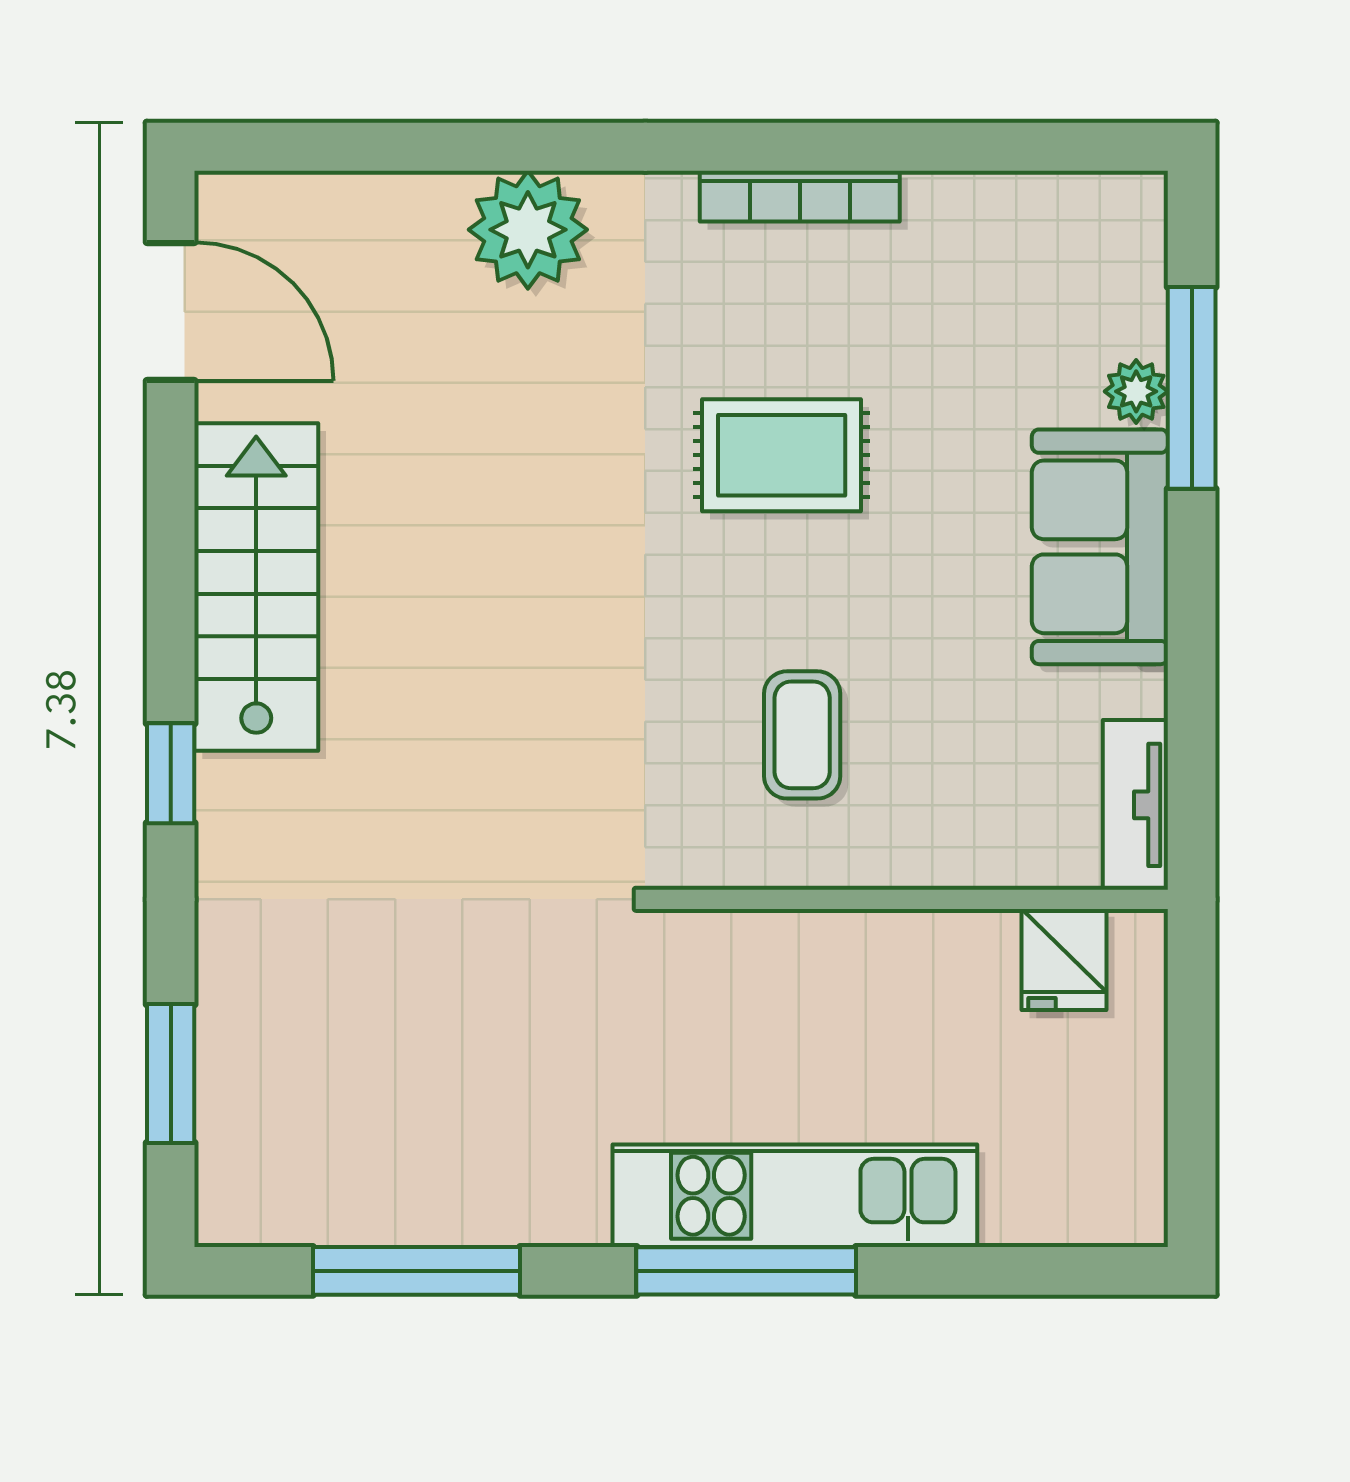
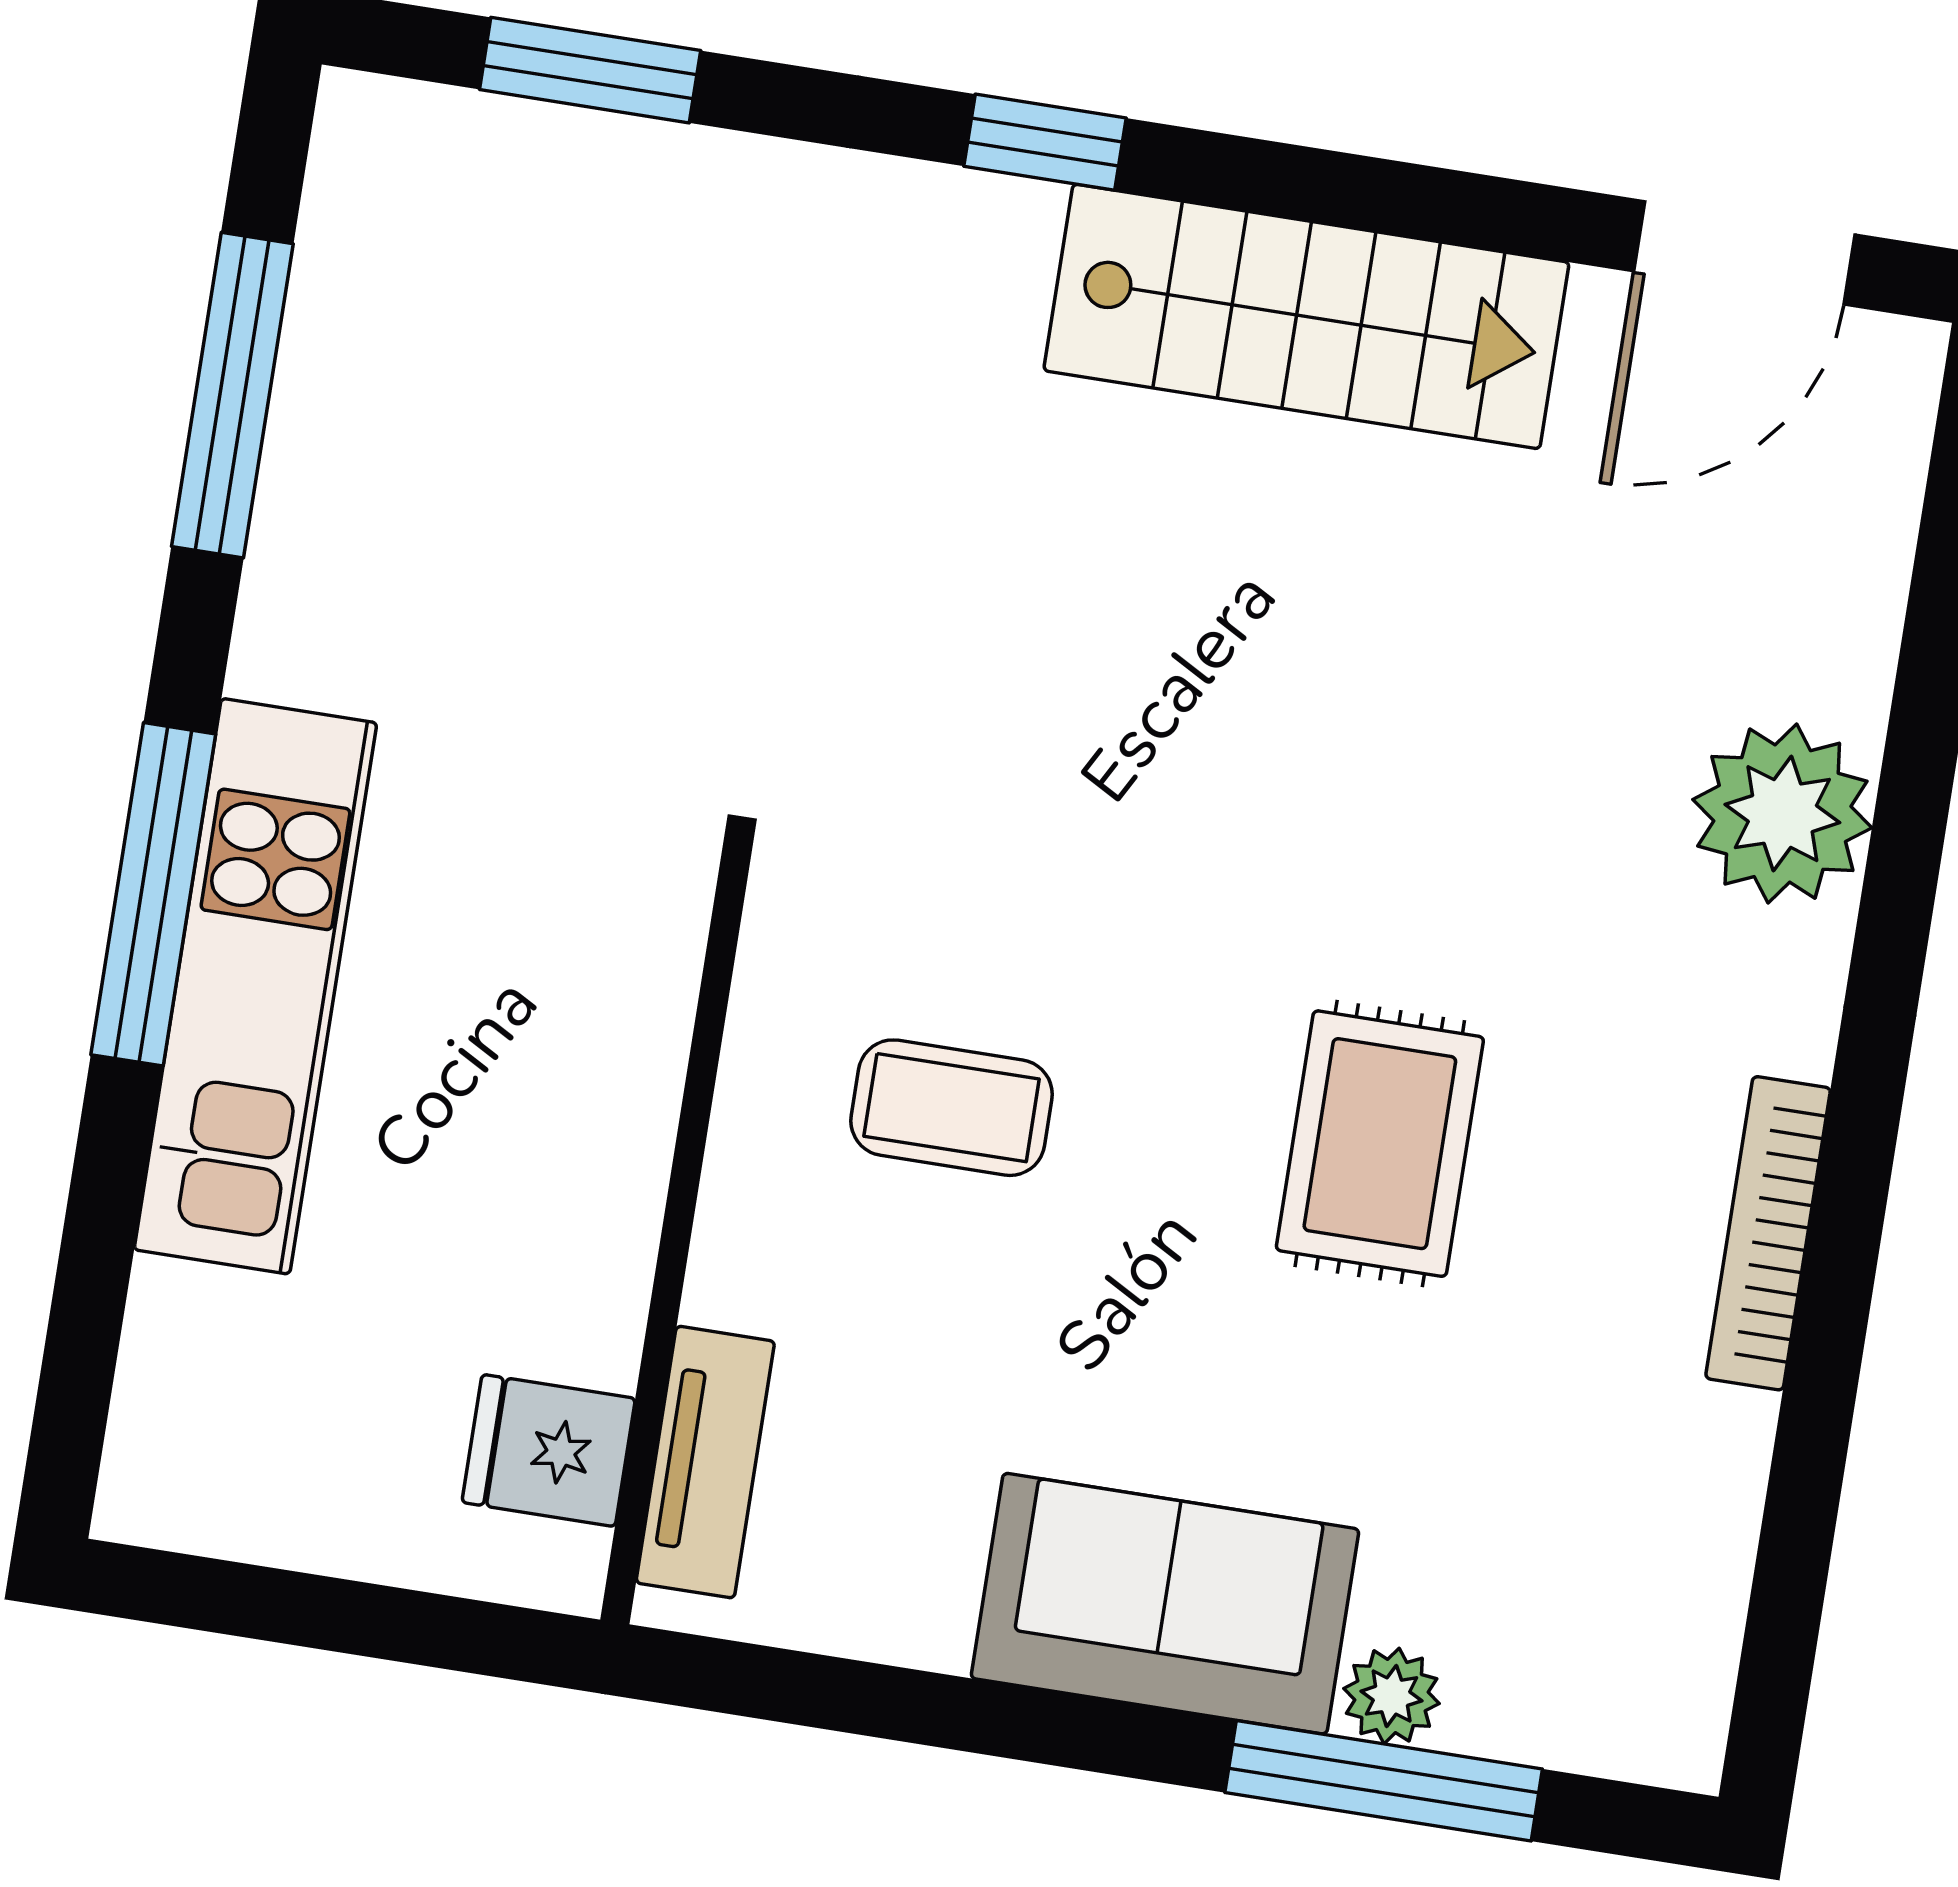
tv unit: (1135, 805) -> (705, 1462), moved, turned 90

